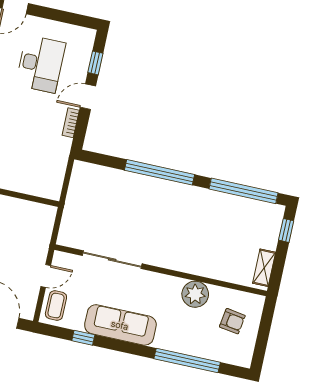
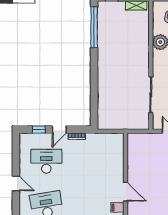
door: (88, 97) -> (59, 130), hinge flipped
window: (159, 172) -> (94, 78), removed

